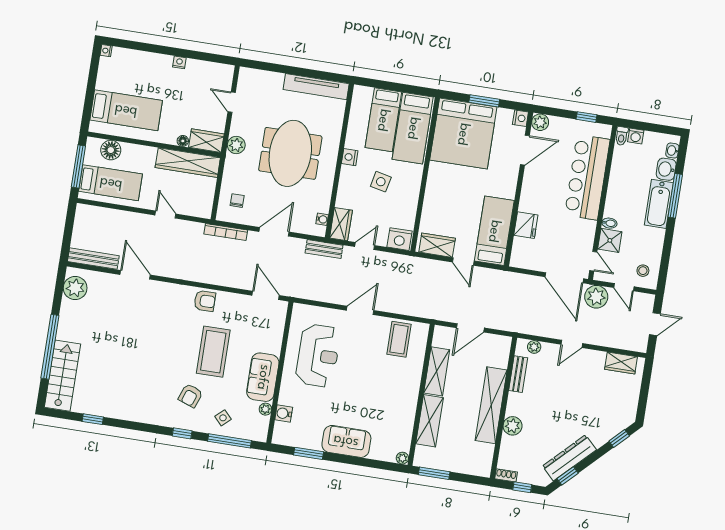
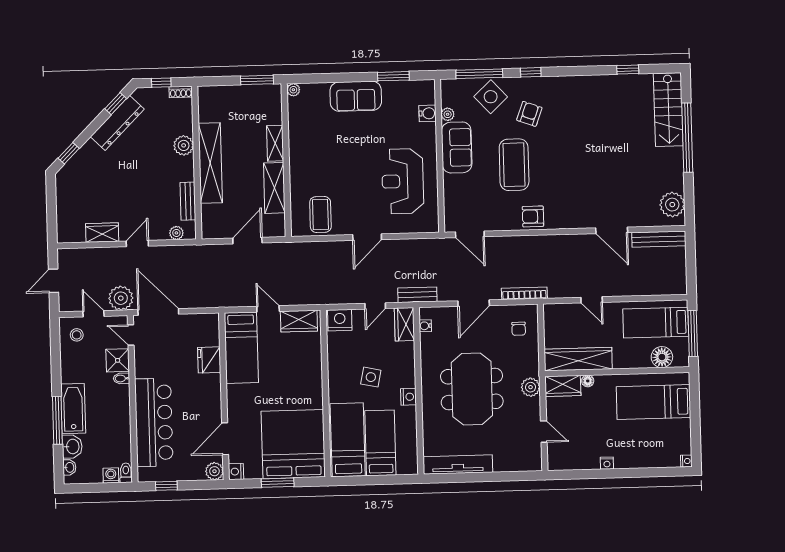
wardrobe: (621, 363) -> (102, 233), moved
side table: (223, 418) -> (491, 97), width x1.87, depth x1.87
shelving: (429, 421) -> (275, 143), width x0.67, depth x0.75

